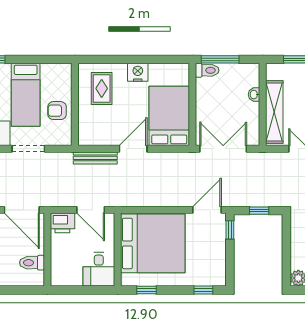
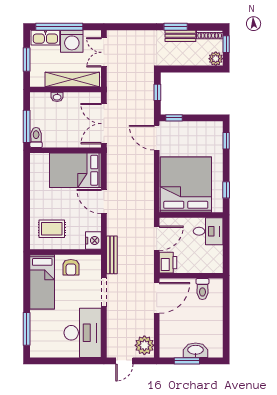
nightstand: (138, 72) -> (93, 241), moved, turned 180
bed: (26, 95) -> (42, 282), moved, turned 90
bench: (95, 158) -> (112, 255), moved

